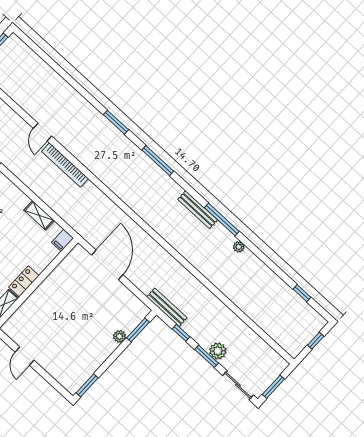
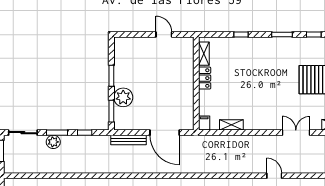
bookcase: (65, 165) -> (243, 169), removed
bench: (167, 307) -> (128, 140), moved
plant: (120, 336) -> (123, 97), width x1.88, depth x1.88
window: (87, 385) -> (111, 76), moved

